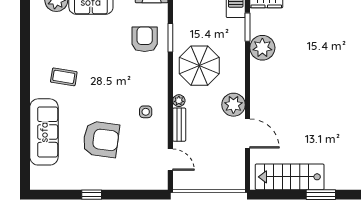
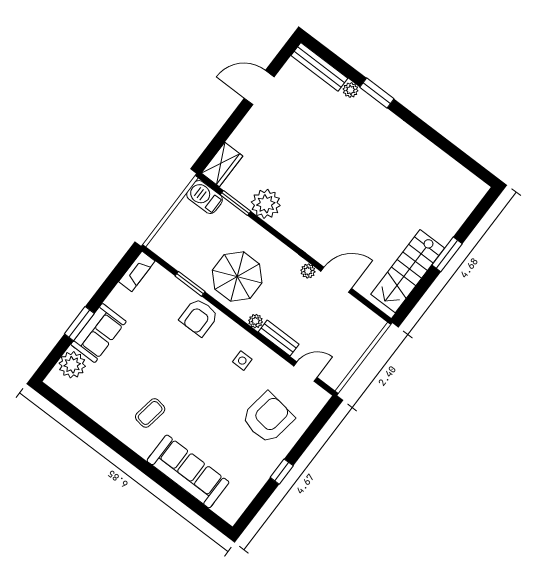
armchair: (145, 39) -> (199, 317), moved, turned -90
plant: (233, 105) -> (308, 271), width x0.53, depth x0.53
armchair: (101, 139) -> (268, 418), moved

